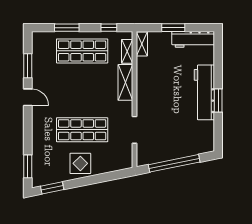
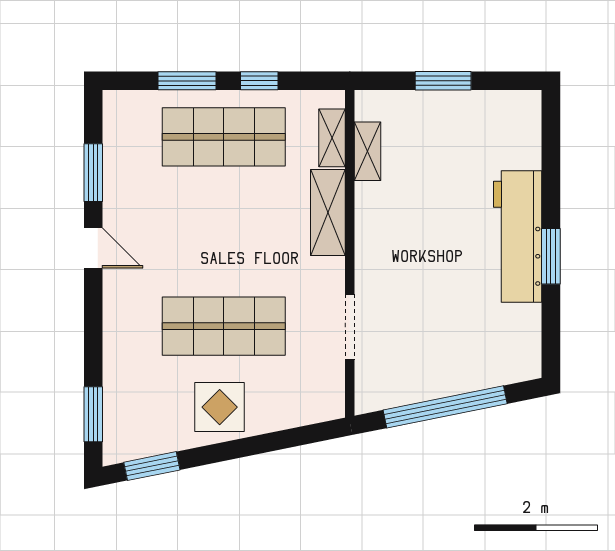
window: (109, 28) -> (259, 81), moved
workbench: (193, 39) -> (491, 109), removed
shelving: (142, 44) -> (367, 151), moved

